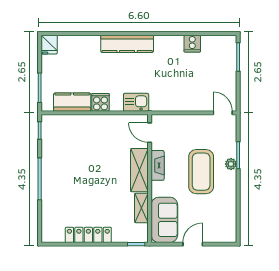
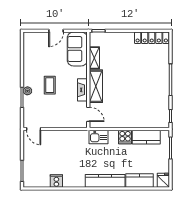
kitchen counter: (81, 44) -> (139, 181), added
coffee table: (201, 172) -> (50, 85), width x0.54, depth x0.58
locker: (88, 235) -> (152, 38), moved

